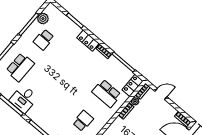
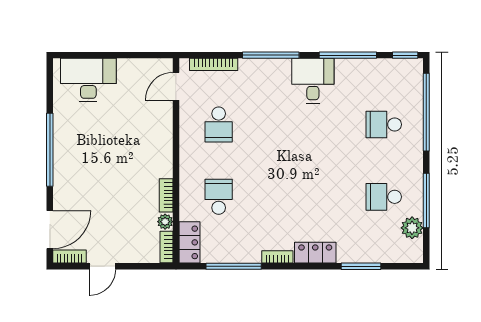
school desk: (44, 40) -> (384, 197), turned -90
school desk: (20, 67) -> (384, 124), width x0.54
school desk: (107, 93) -> (219, 197), width x0.54
door: (161, 94) -> (102, 266), moved
desk: (24, 99) -> (313, 81), moved

